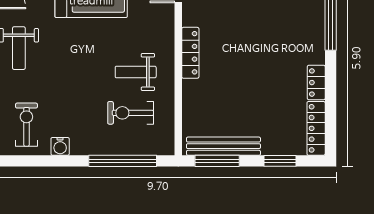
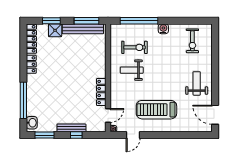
locker: (190, 53) -> (101, 92), moved
weight bench: (136, 72) -> (132, 70), turned 180
shower: (274, 144) -> (55, 30), added
water cooler: (60, 146) -> (163, 29), moved

